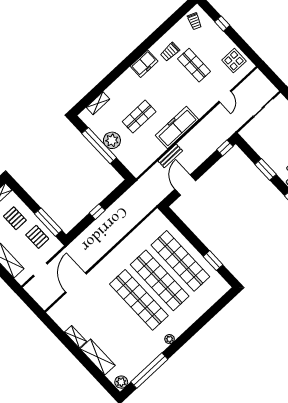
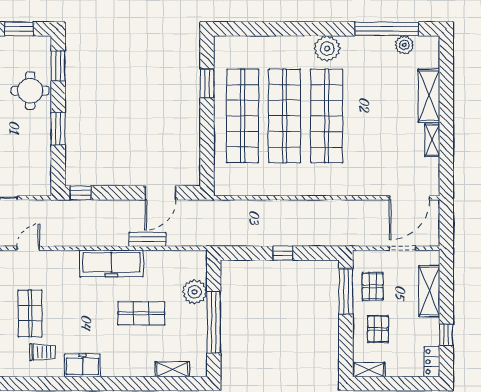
plant: (112, 140) -> (195, 292), moved
door: (76, 283) -> (409, 198), moved
plant: (170, 339) -> (327, 49), width x1.88, depth x1.88
plant: (121, 382) -> (404, 45), moved

